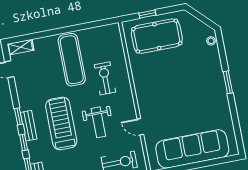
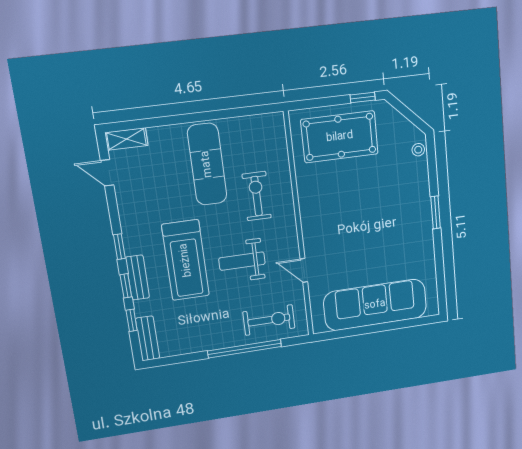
window: (147, 14) -> (363, 97), moved
weight bench: (98, 122) -> (242, 261), turned 90
treadmill: (61, 123) -> (186, 260), turned 180
bench: (29, 126) -> (137, 277), moved

